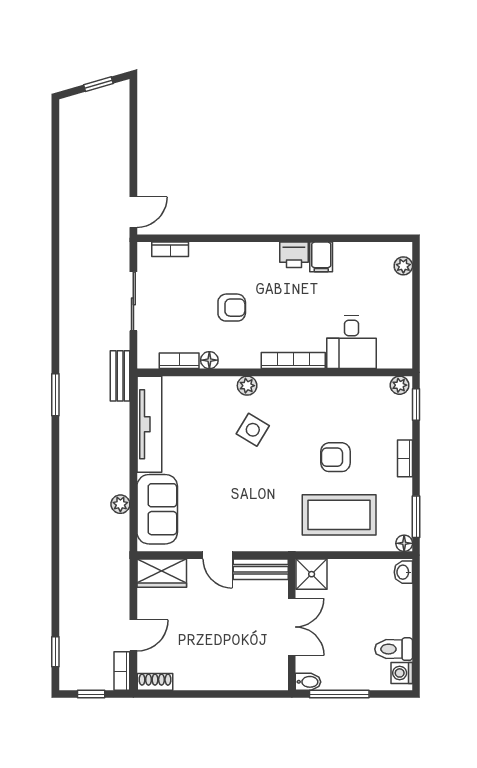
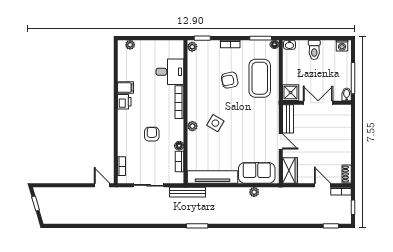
bench: (120, 376) -> (187, 192), width x1.36
armchair: (335, 457) -> (230, 80), turned 78
door: (218, 555) -> (281, 141), hinge flipped
toilet: (394, 649) -> (314, 50), moved

